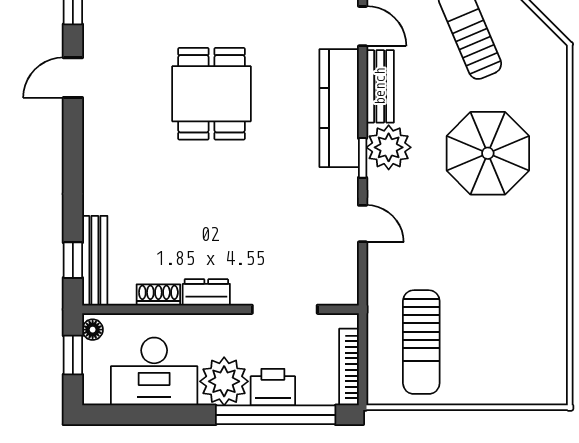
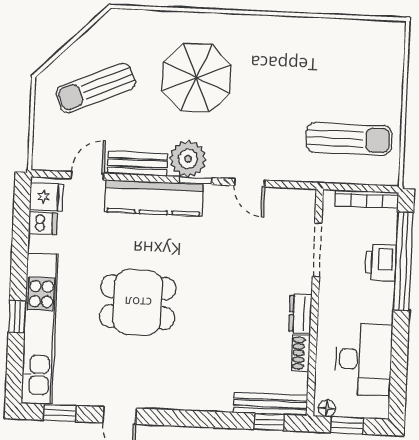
door: (363, 224) -> (250, 183), swing flipped
plant: (224, 381) -> (374, 302), removed

